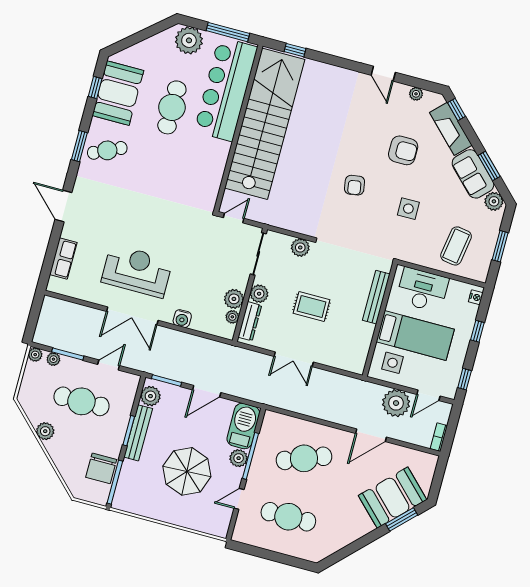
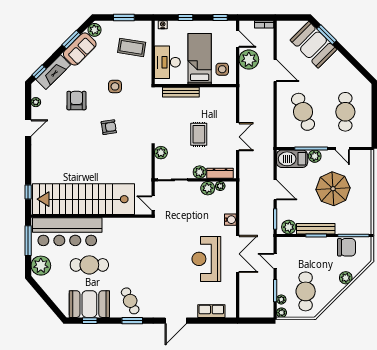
cafe table: (81, 401) -> (306, 291), moved
plant: (45, 431) -> (346, 278), moved

